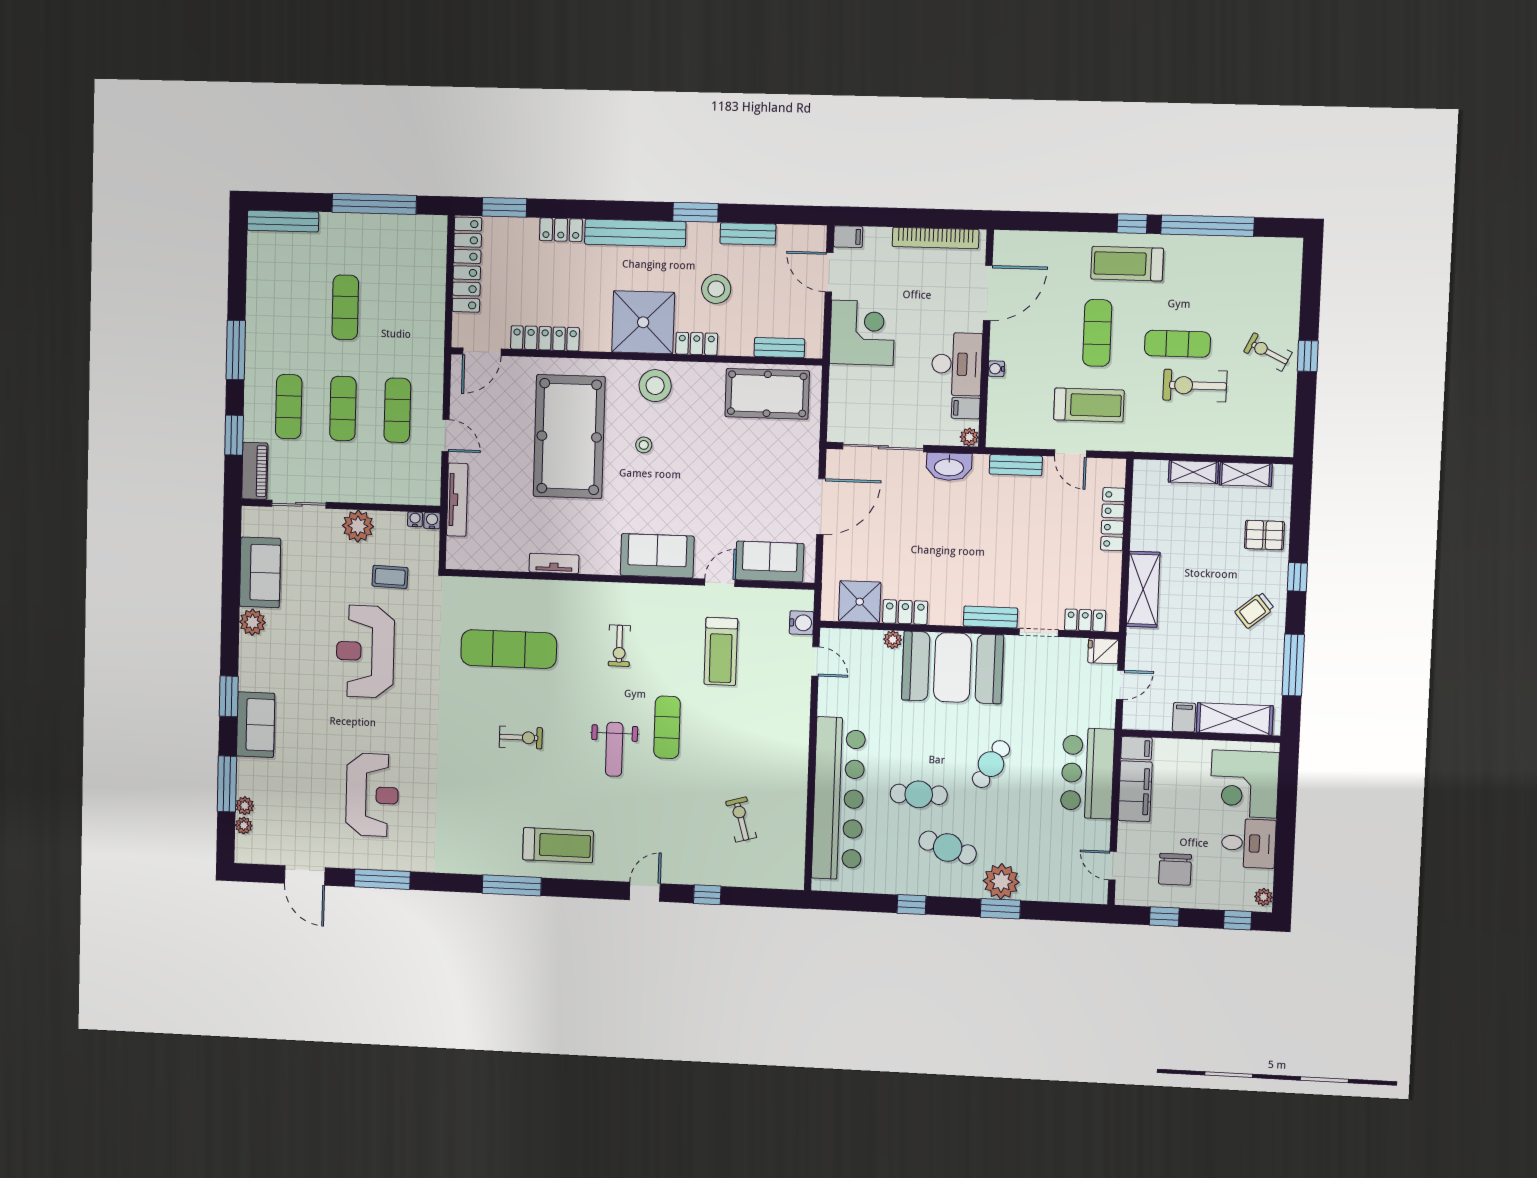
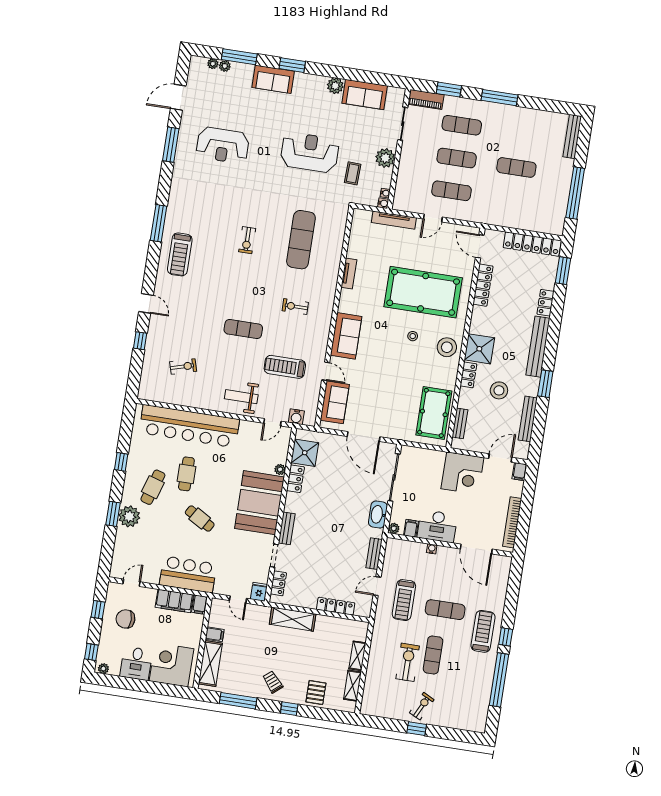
bench: (748, 234) -> (528, 419), width x1.36
shower: (643, 322) -> (479, 349), width x0.73, depth x0.73
weight bench: (614, 749) -> (241, 397), moved

